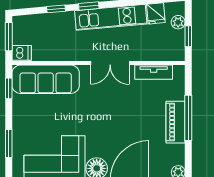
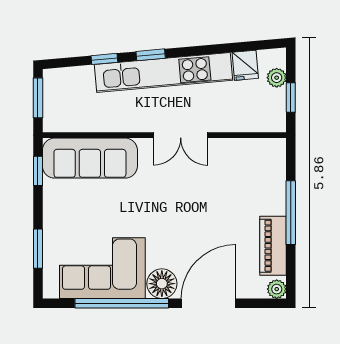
kitchen unit: (111, 17) -> (164, 72), width x1.36
dishwasher: (22, 53) -> (56, 121), removed
tv unit: (154, 72) -> (242, 148), removed
piano: (176, 122) -> (273, 246), moved

